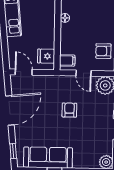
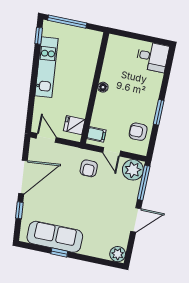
armchair: (69, 110) -> (89, 168), moved, turned 180
window: (13, 151) -> (19, 210), moved

